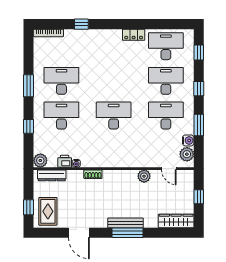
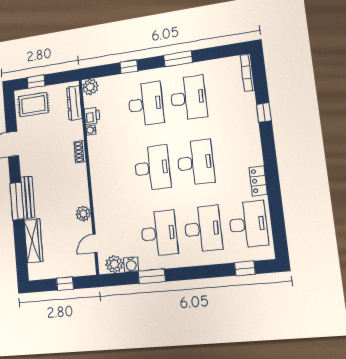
desk: (114, 81) -> (196, 163), added
window: (199, 89) -> (198, 272), removed
wardrobe: (176, 221) -> (33, 241), moved

